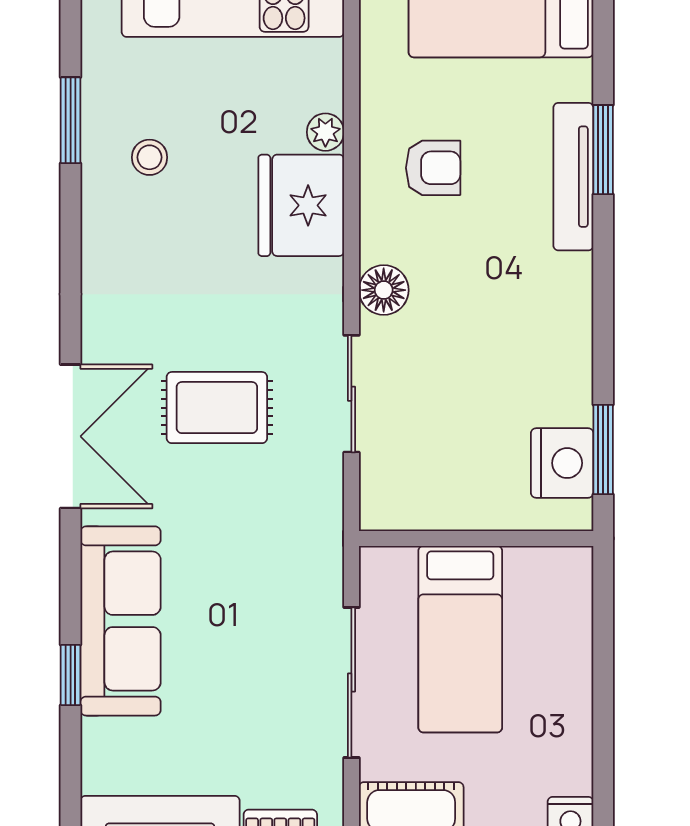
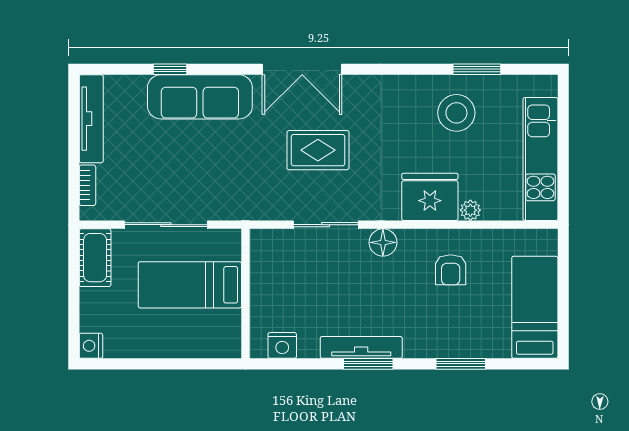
stool: (150, 157) -> (456, 113), width x1.89, depth x1.89
tv unit: (573, 177) -> (361, 347), moved
rug: (217, 408) -> (318, 150), turned 90
window: (603, 449) -> (368, 364), moved
nightstand: (562, 463) -> (282, 345), width x0.74, depth x0.75

